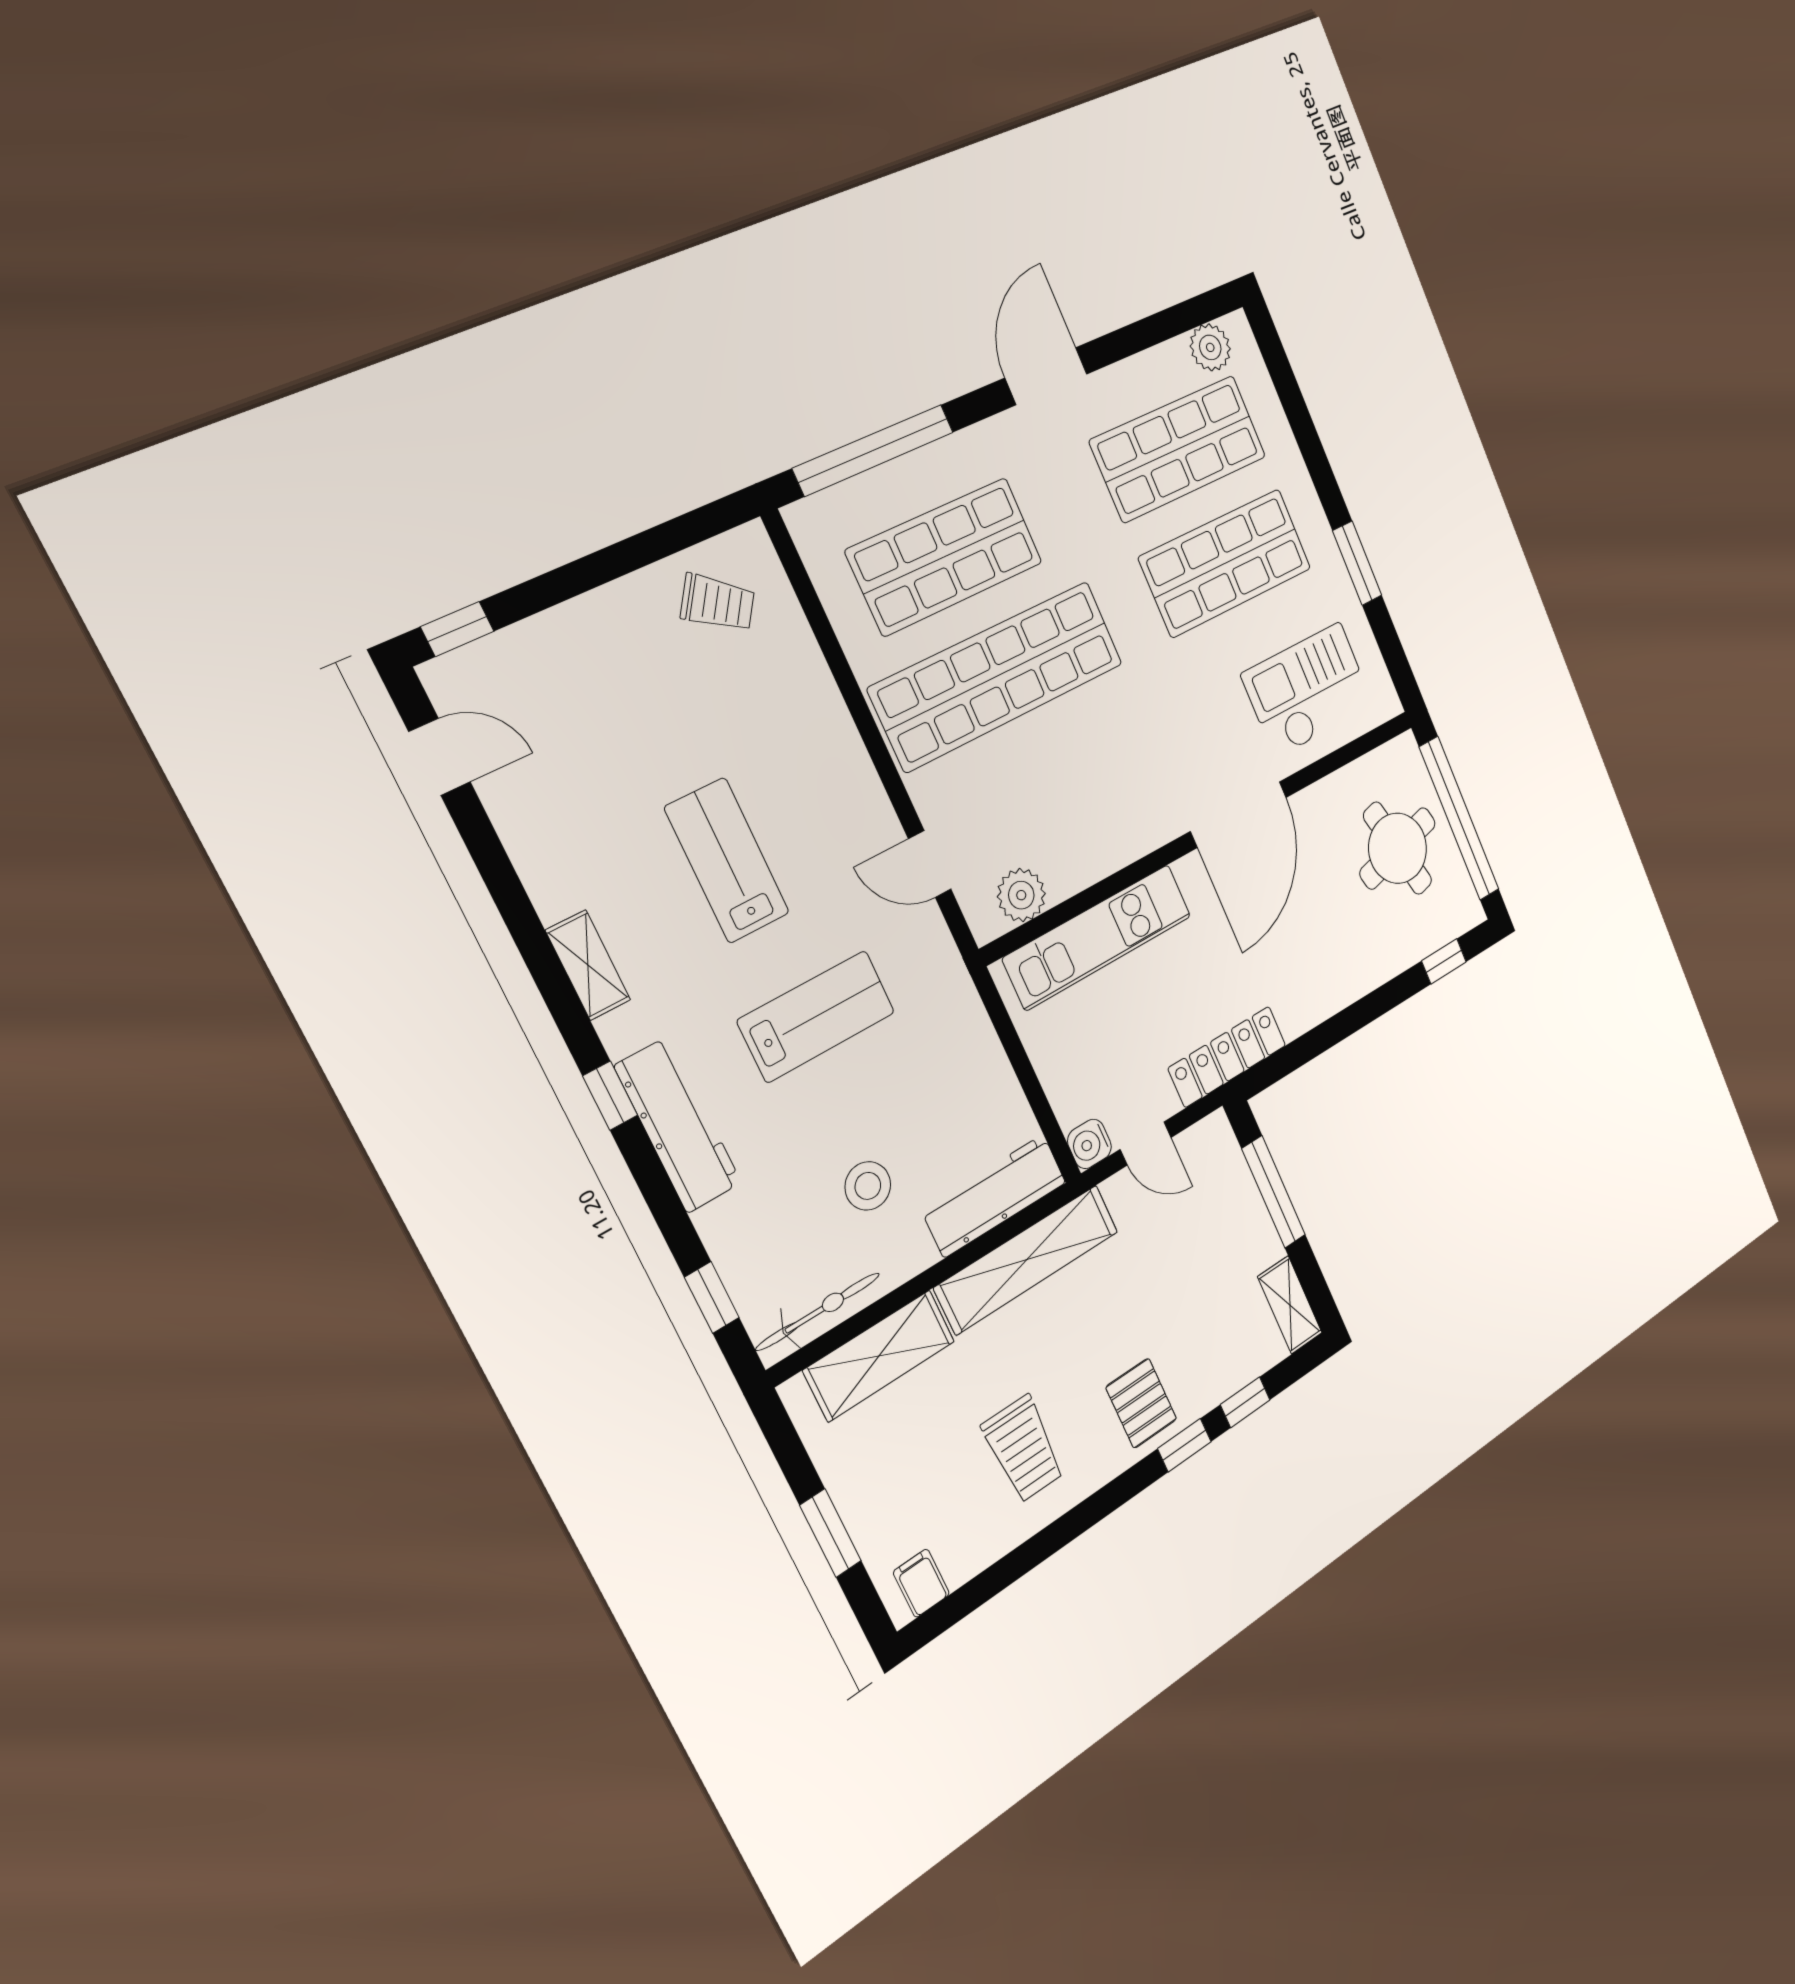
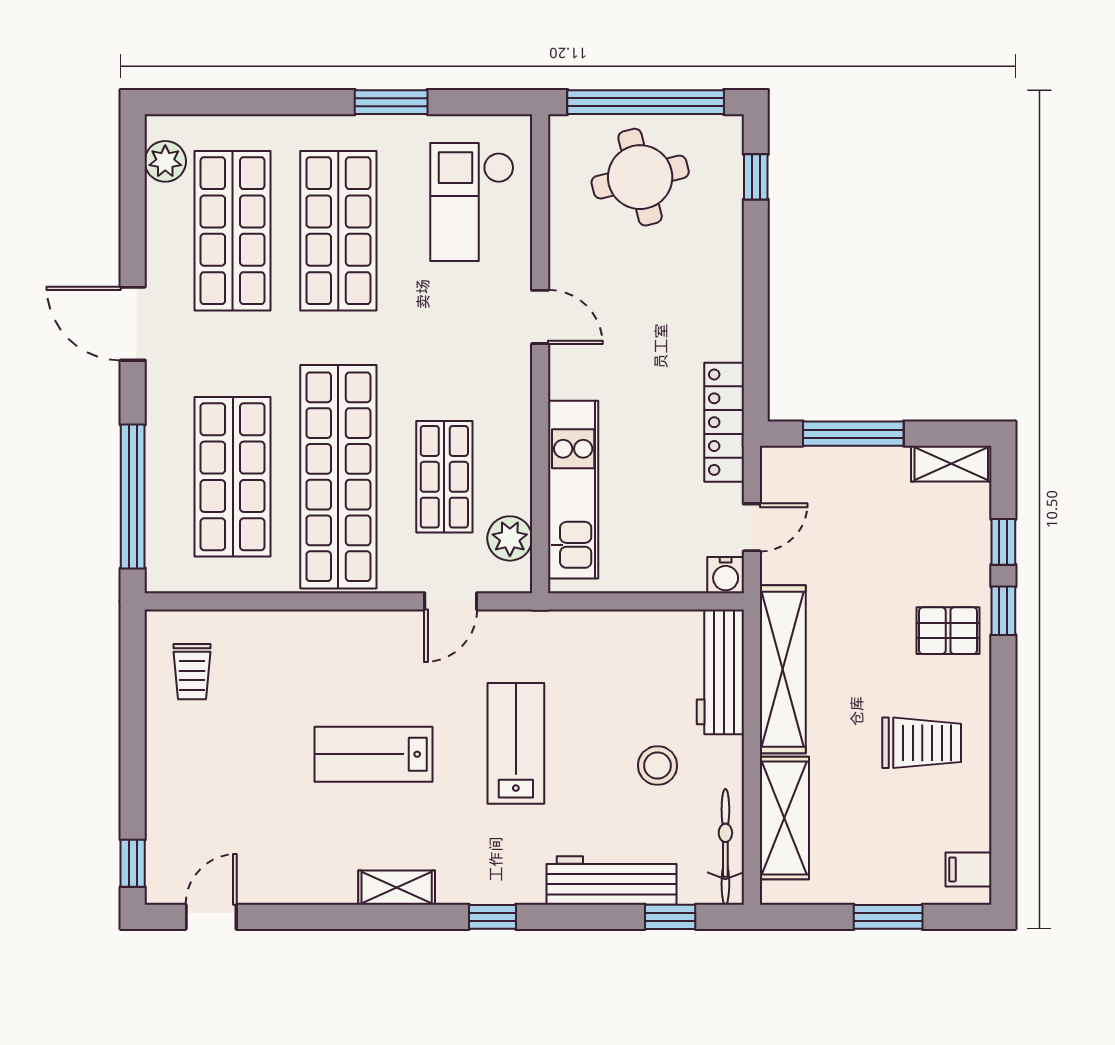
trolley: (718, 603) -> (192, 672), turned 145
shop shelf: (1049, 792) -> (444, 477), added
door: (1239, 814) -> (540, 317), width x0.53
workbench: (678, 1125) -> (612, 880), moved

